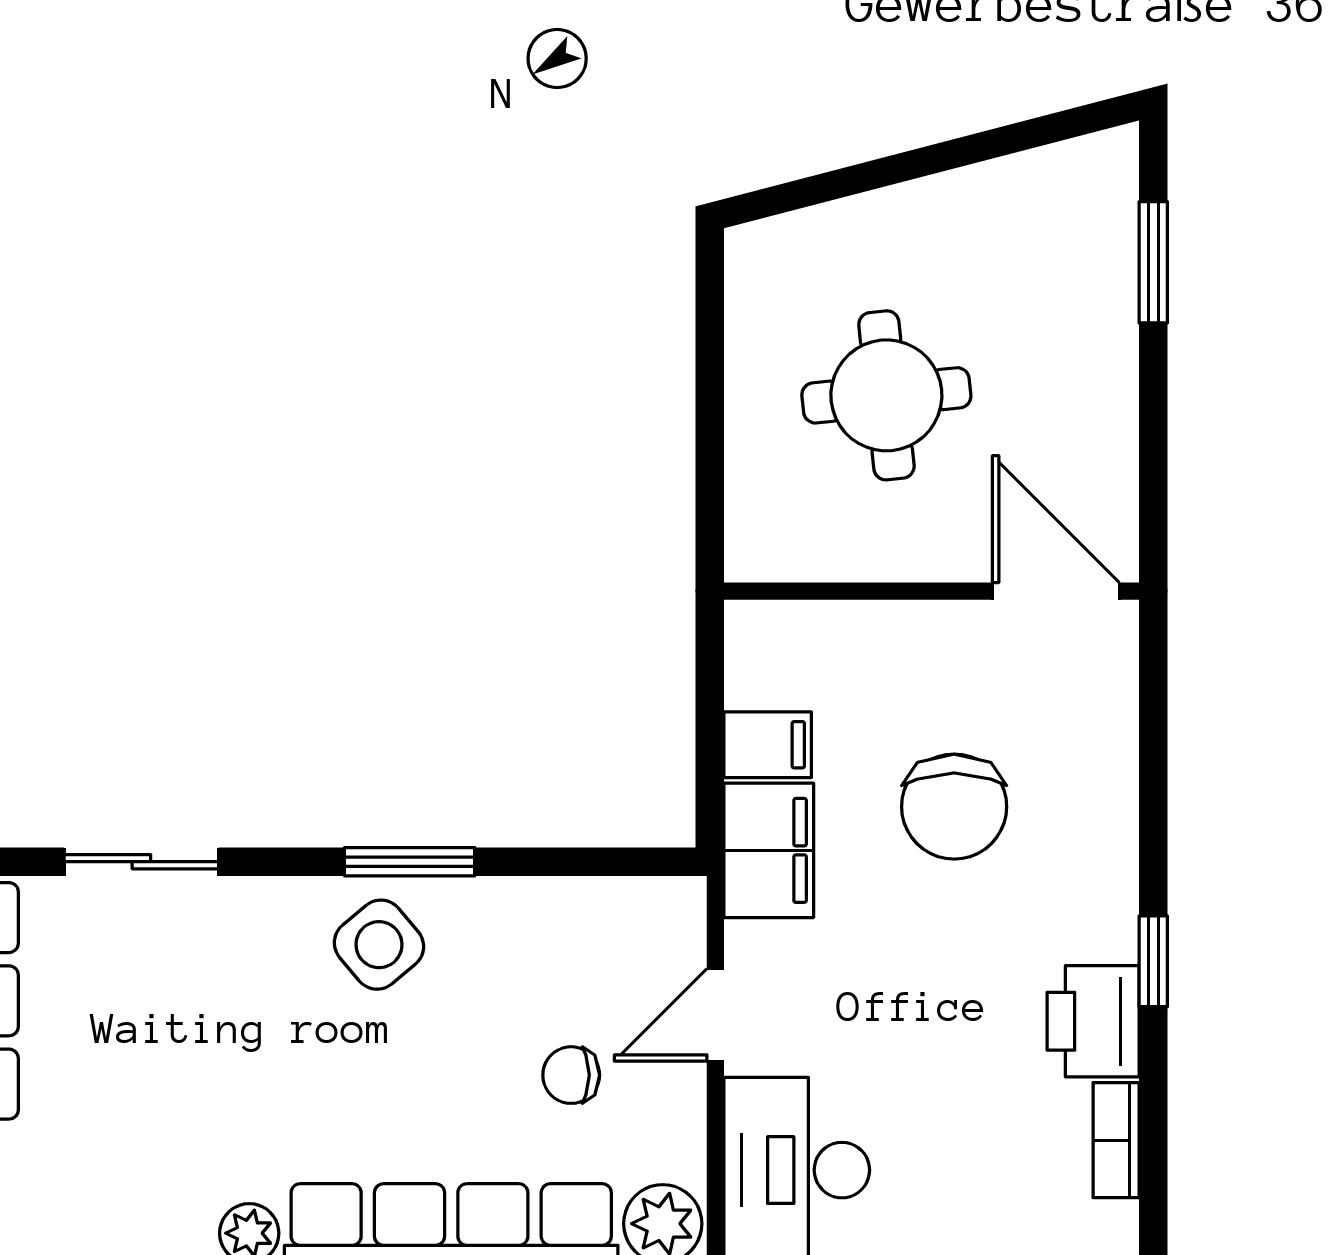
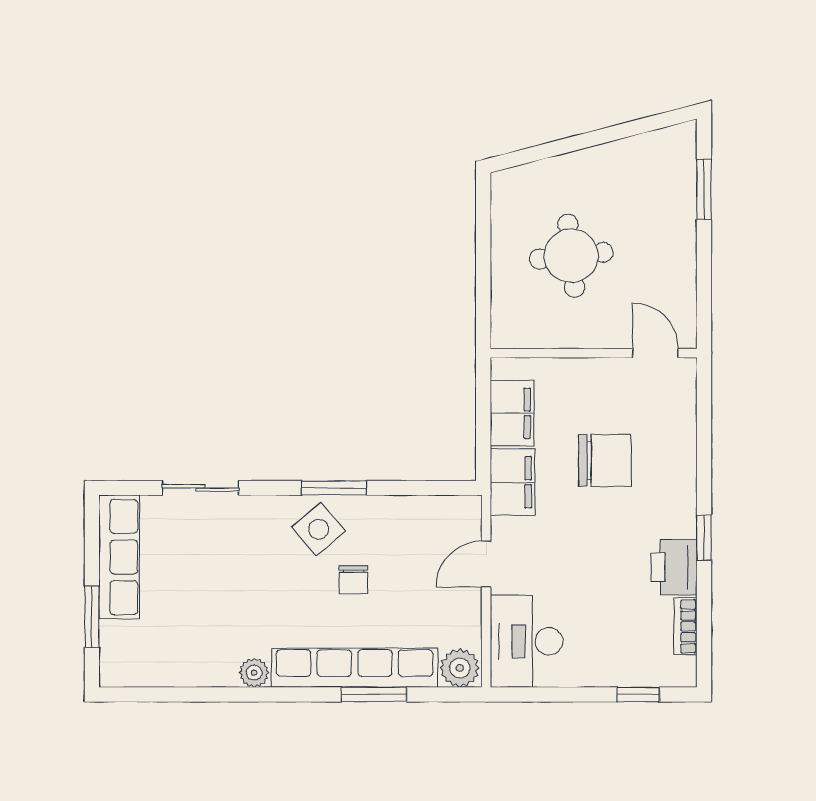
door: (1056, 591) -> (655, 353), width x0.73
filing cabinet: (768, 745) -> (512, 413), width x2.00
chair: (954, 807) -> (605, 460), turned -90
chair: (571, 1075) -> (353, 580), moved, turned -90

